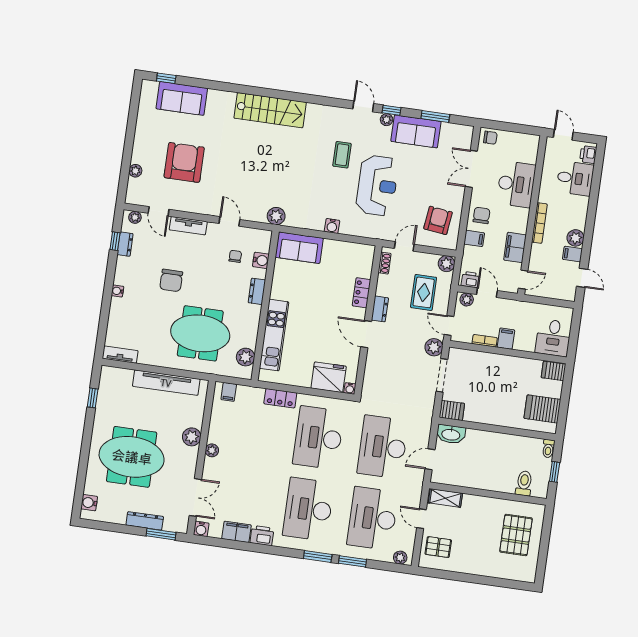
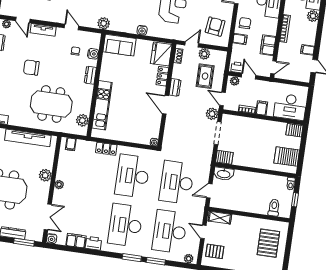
plant: (575, 238) -> (313, 16), moved
plant: (446, 264) -> (204, 54), moved
chair: (171, 280) -> (31, 68), turned 90
desk: (553, 338) -> (290, 107), width x1.37
fridge: (329, 377) -> (161, 54), moved, turned -90

